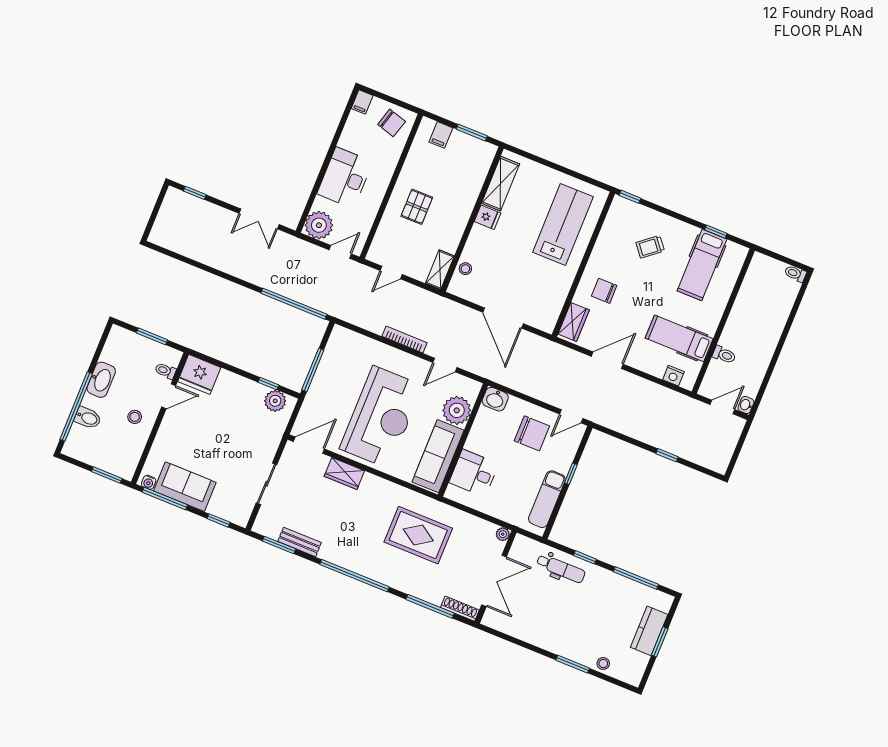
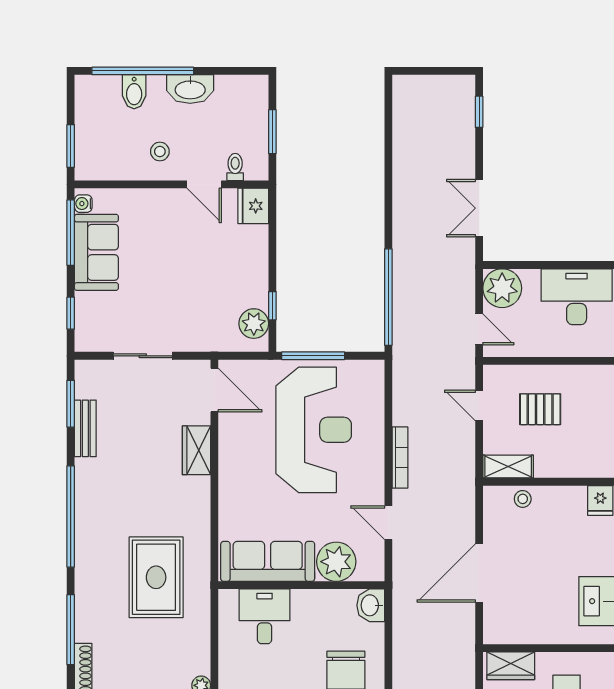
pallet: (417, 207) -> (540, 409), moved
fridge: (199, 374) -> (253, 206), width x0.73, depth x0.75
reception desk: (381, 417) -> (314, 430), moved, turned -90

